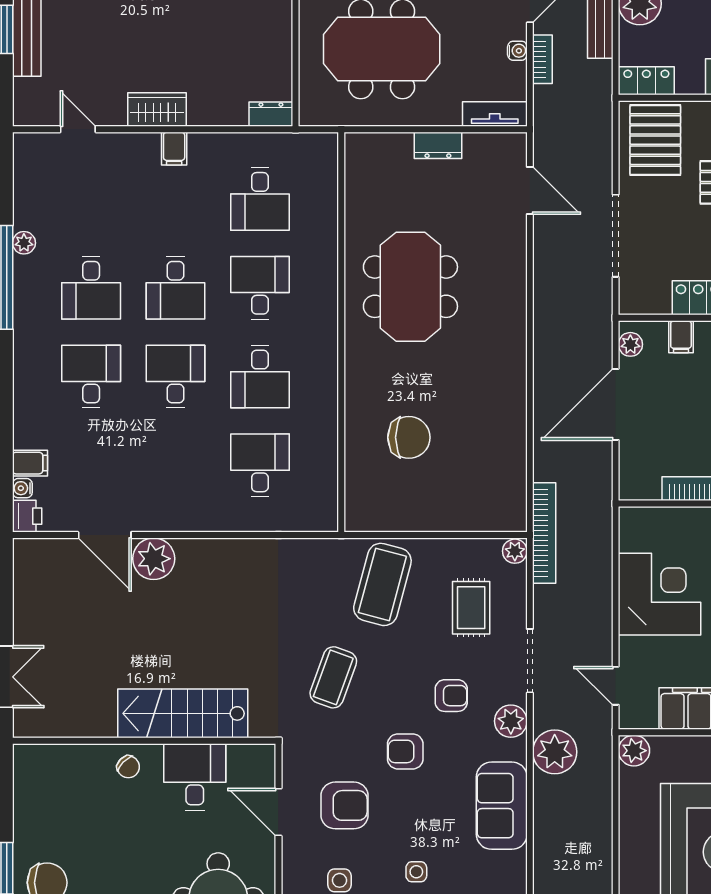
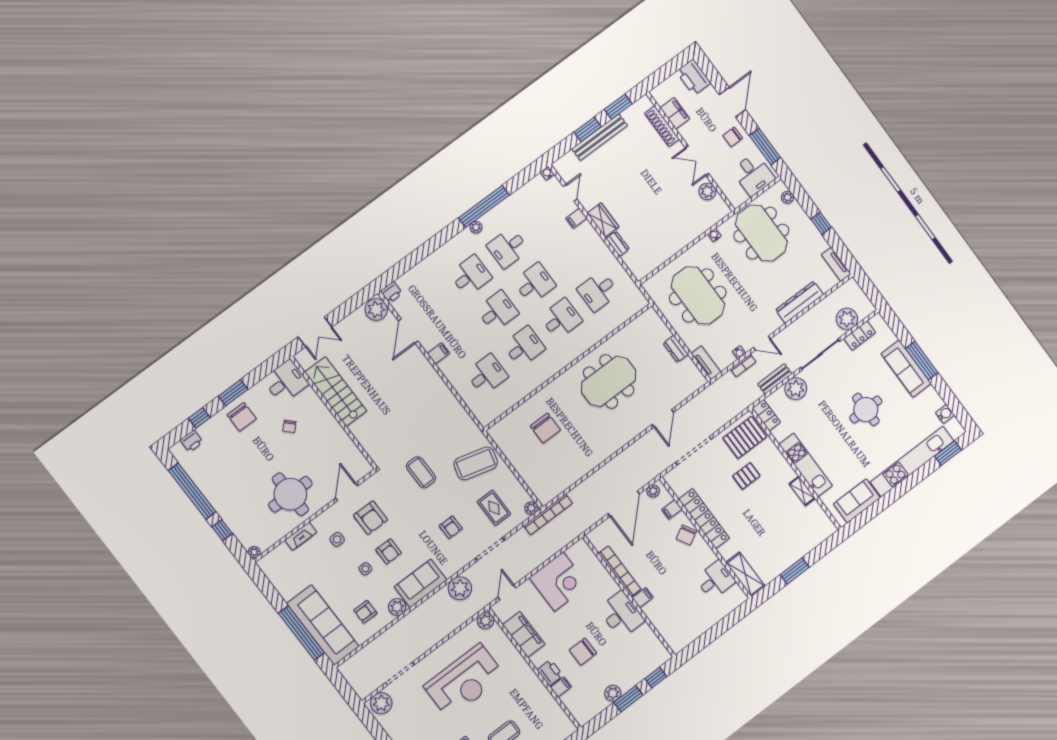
dresser: (271, 114) -> (618, 244), moved
filing cabinet: (174, 149) -> (576, 218), moved
door: (530, 191) -> (663, 418), moved
plant: (24, 243) -> (476, 227), moved
desk: (176, 288) -> (535, 283), turned 180
desk: (260, 377) -> (524, 347), turned 180
door: (616, 404) -> (624, 504), swing flipped
filing cabinet: (30, 463) -> (438, 353), moved, turned -90
water cooler: (22, 488) -> (547, 173), moved
plant: (154, 559) -> (376, 309), moved
rug: (471, 608) -> (494, 508), turned 90
coffee table: (333, 677) -> (421, 472), turned 70
stairs: (183, 713) -> (336, 392), moved
plant: (511, 721) -> (397, 607), moved
armchair: (405, 751) -> (389, 551), moved, turned 180
chair: (128, 767) -> (289, 426), moved
desk: (195, 777) -> (286, 382), moved

